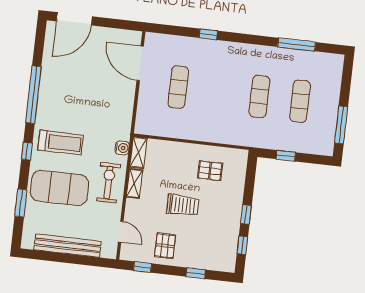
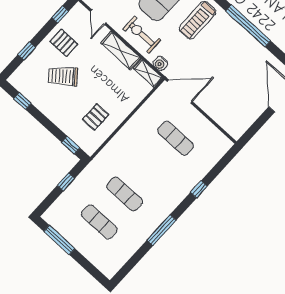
window: (297, 45) -> (161, 230), moved
door: (140, 63) -> (180, 92), moved
exercise bike: (108, 183) -> (142, 35), turned 180
shelving: (134, 183) -> (121, 50), width x1.50, depth x1.33
trolley: (183, 205) -> (63, 76), moved, turned 51
window: (246, 215) -> (71, 145), moved
door: (121, 232) -> (98, 17), hinge flipped

